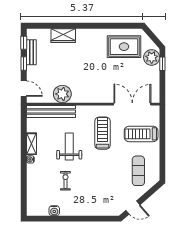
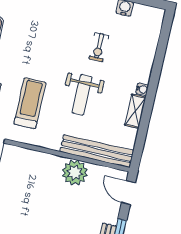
treadmill: (103, 133) -> (30, 103), turned 180

